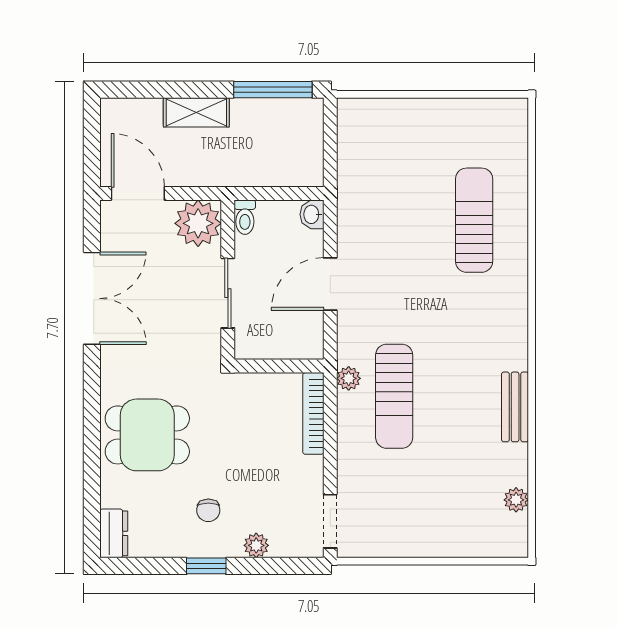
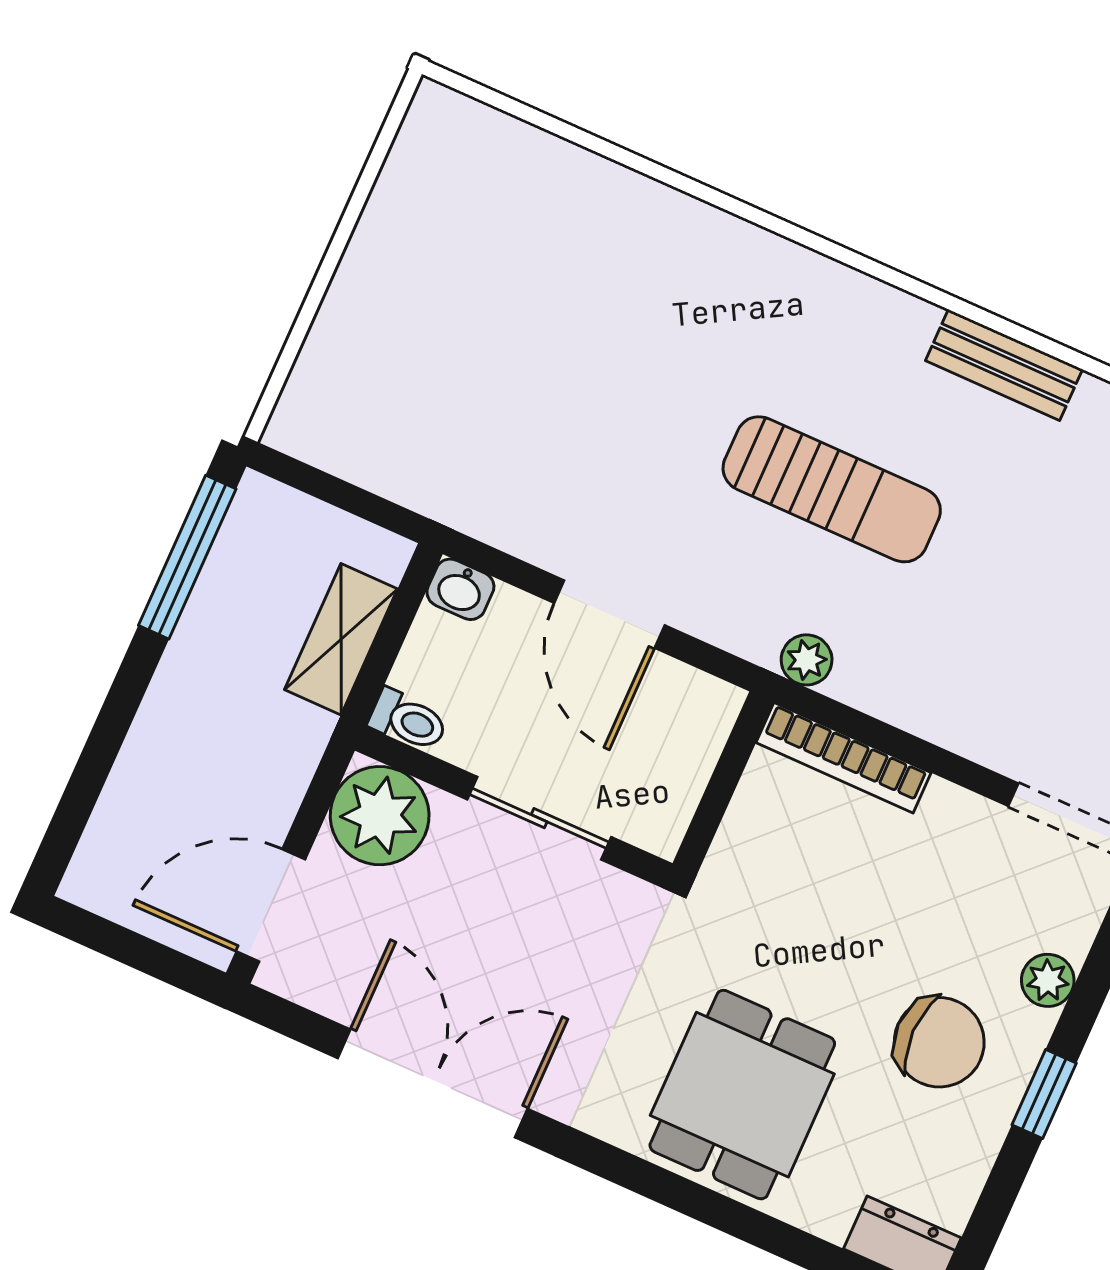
shelving: (196, 112) -> (341, 639), moved
sun lounger: (474, 220) -> (611, 283), removed
sun lounger: (394, 396) -> (832, 489), moved
chair: (208, 510) -> (939, 1042), width x1.87, depth x1.87

